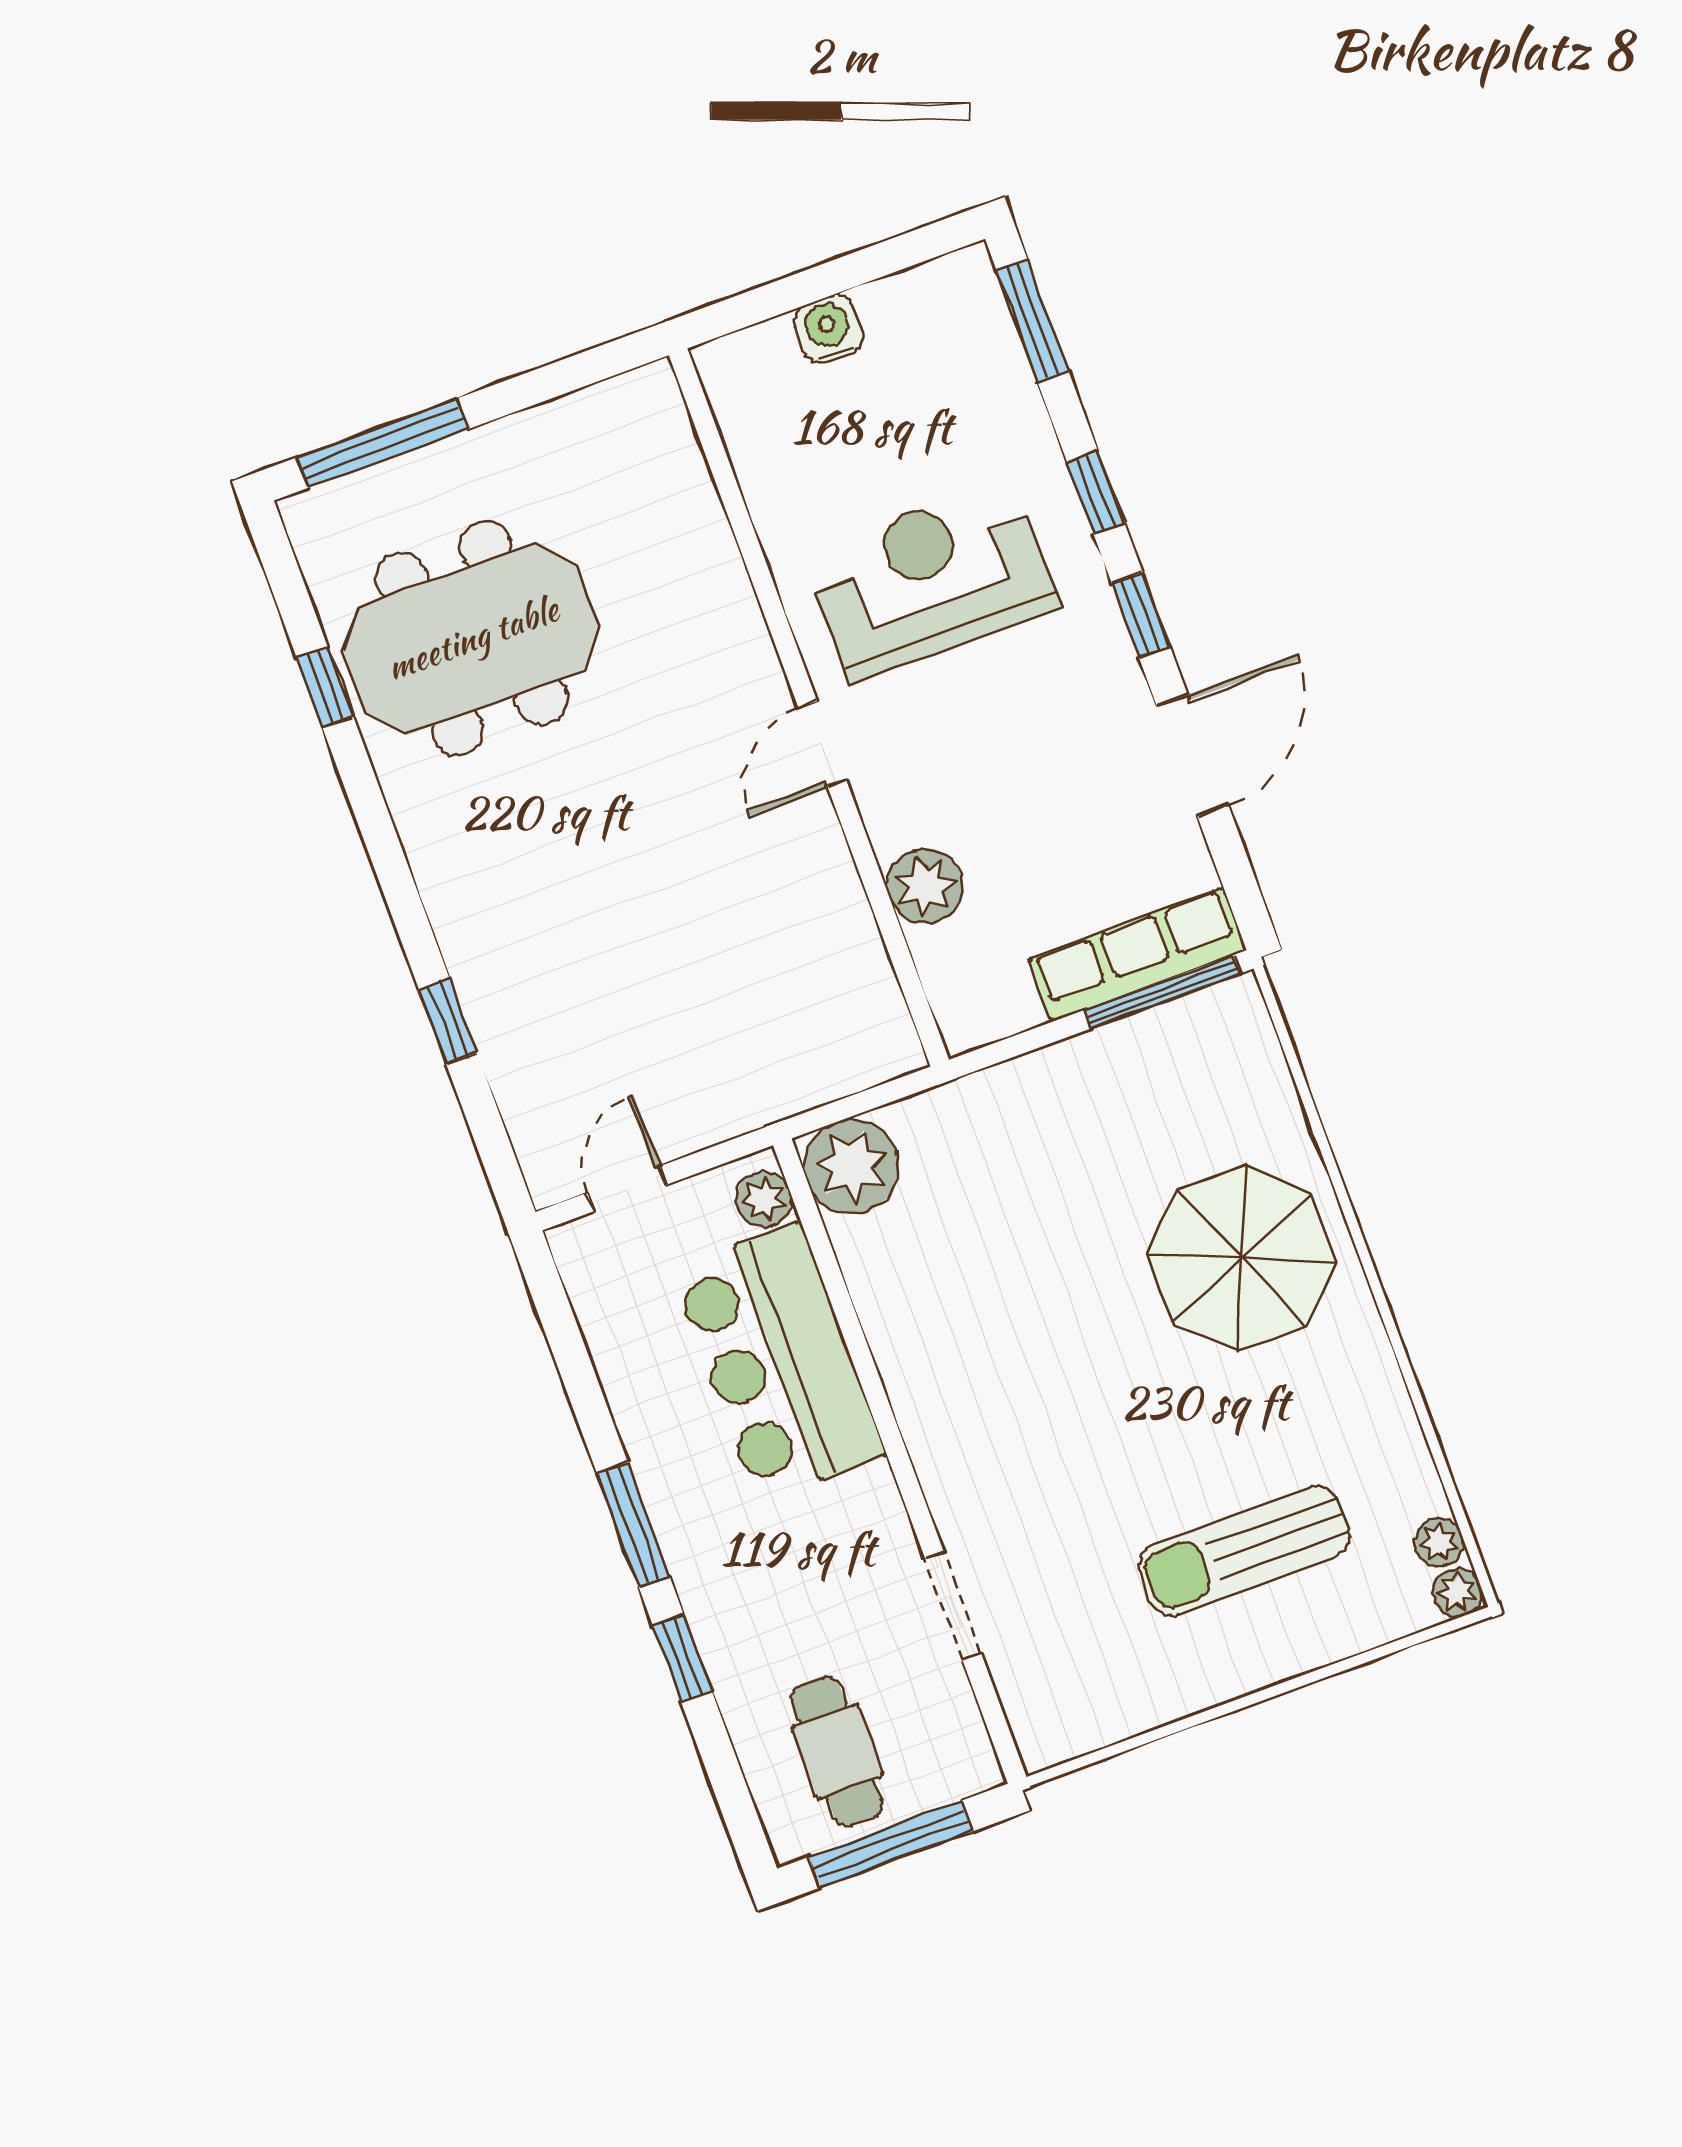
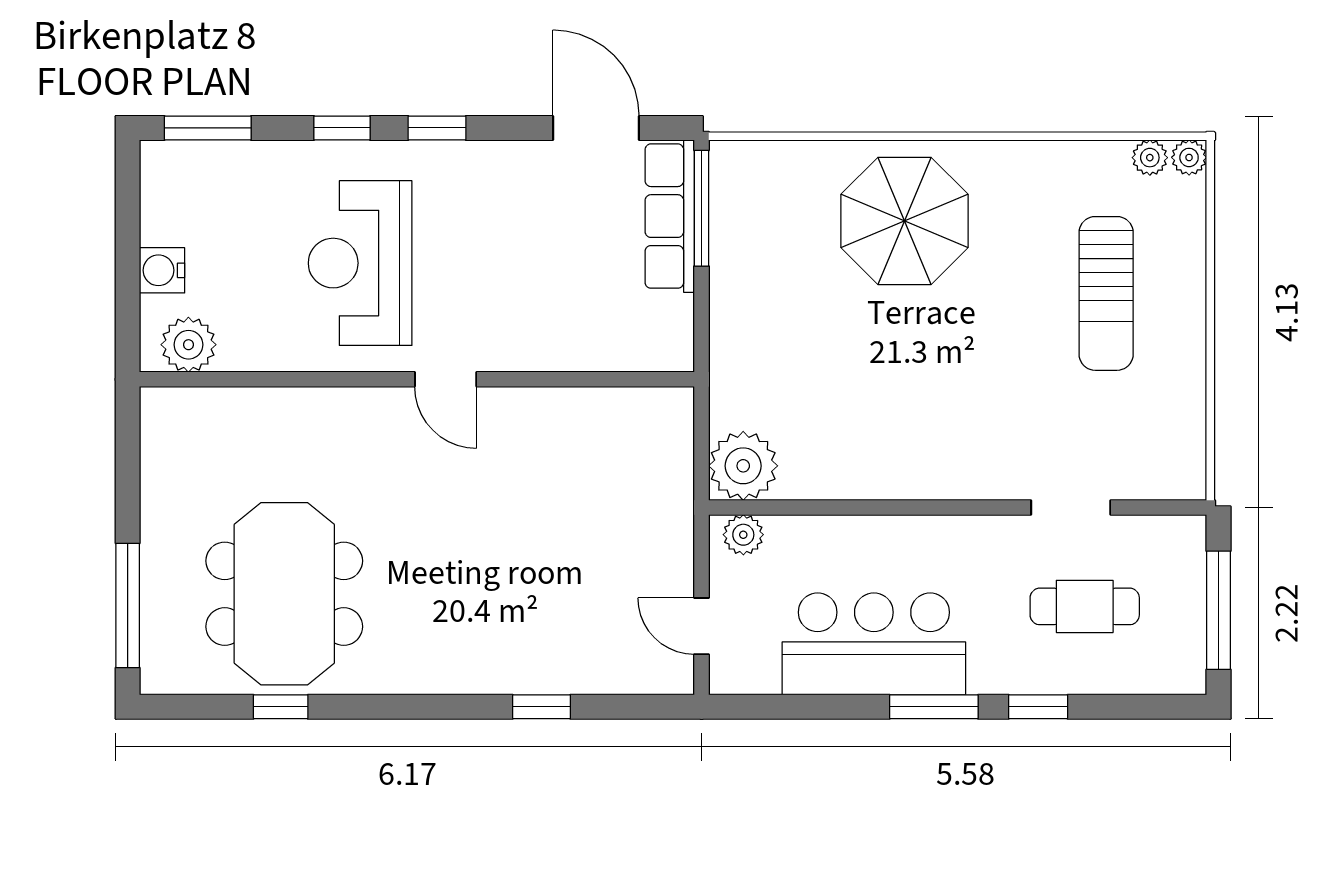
door: (1193, 756) -> (596, 128), moved
plant: (925, 886) -> (188, 345), moved
bar counter: (779, 1362) -> (874, 644), moved, turned 180
cafe table: (837, 1751) -> (1085, 606), moved

